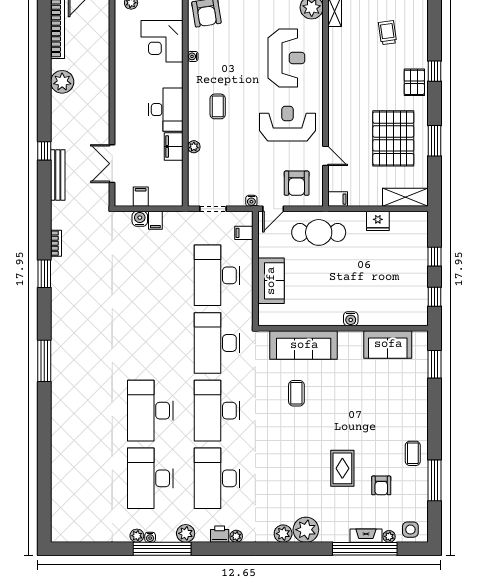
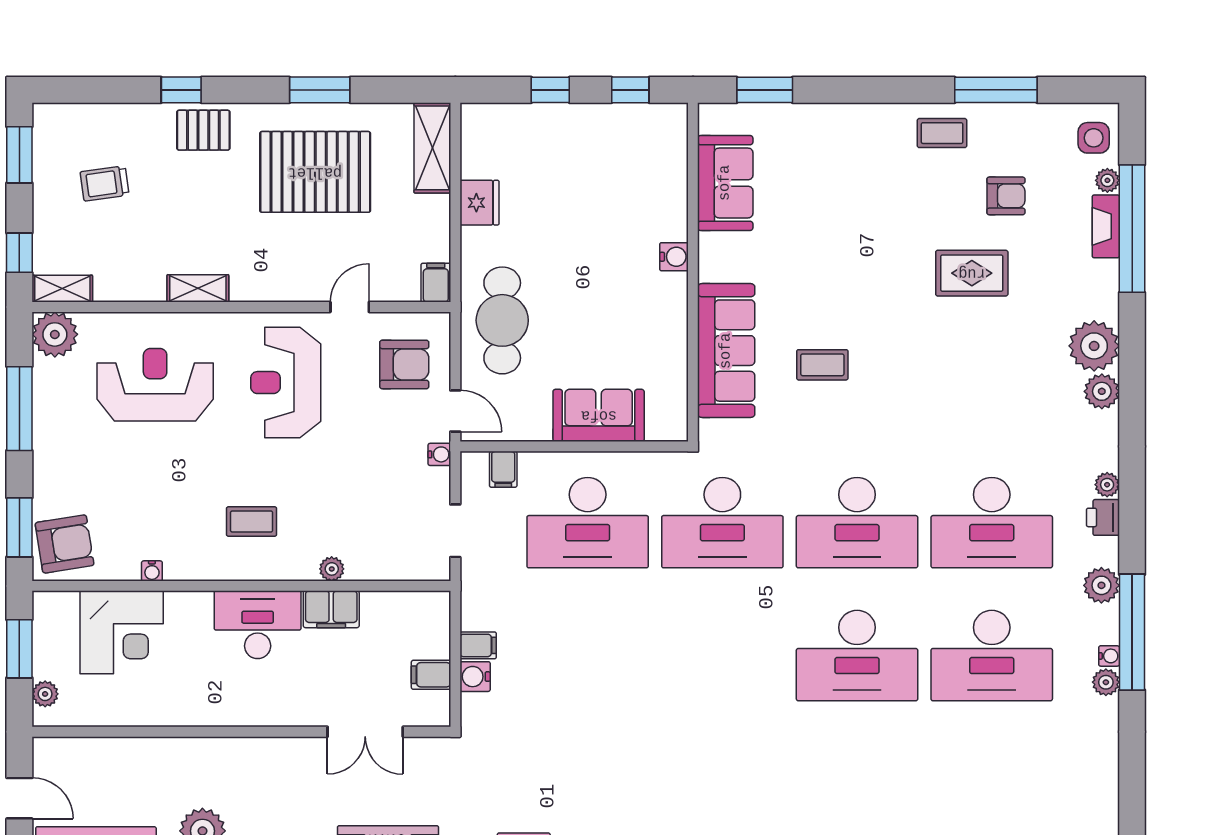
shelving: (335, 80) -> (198, 288), added

